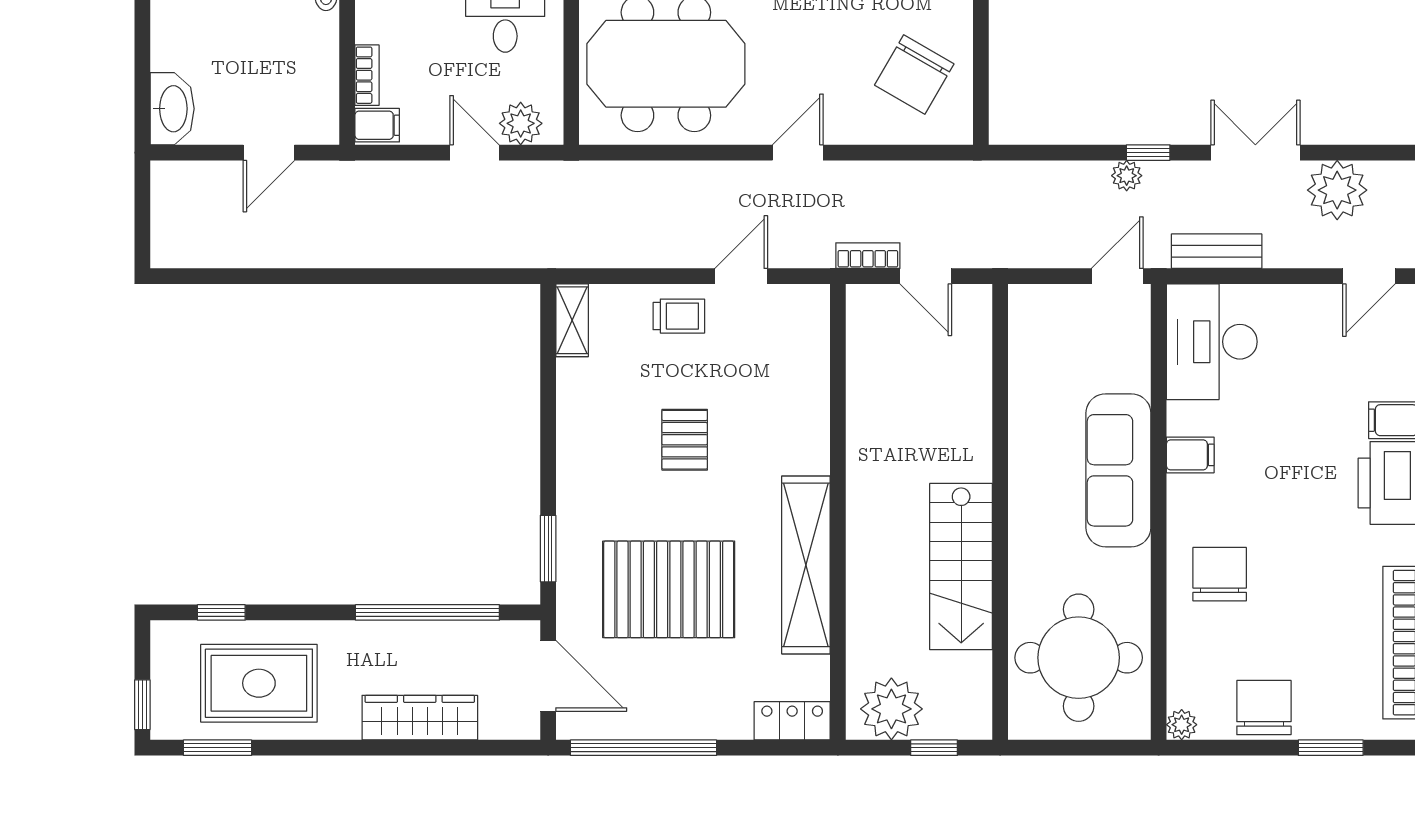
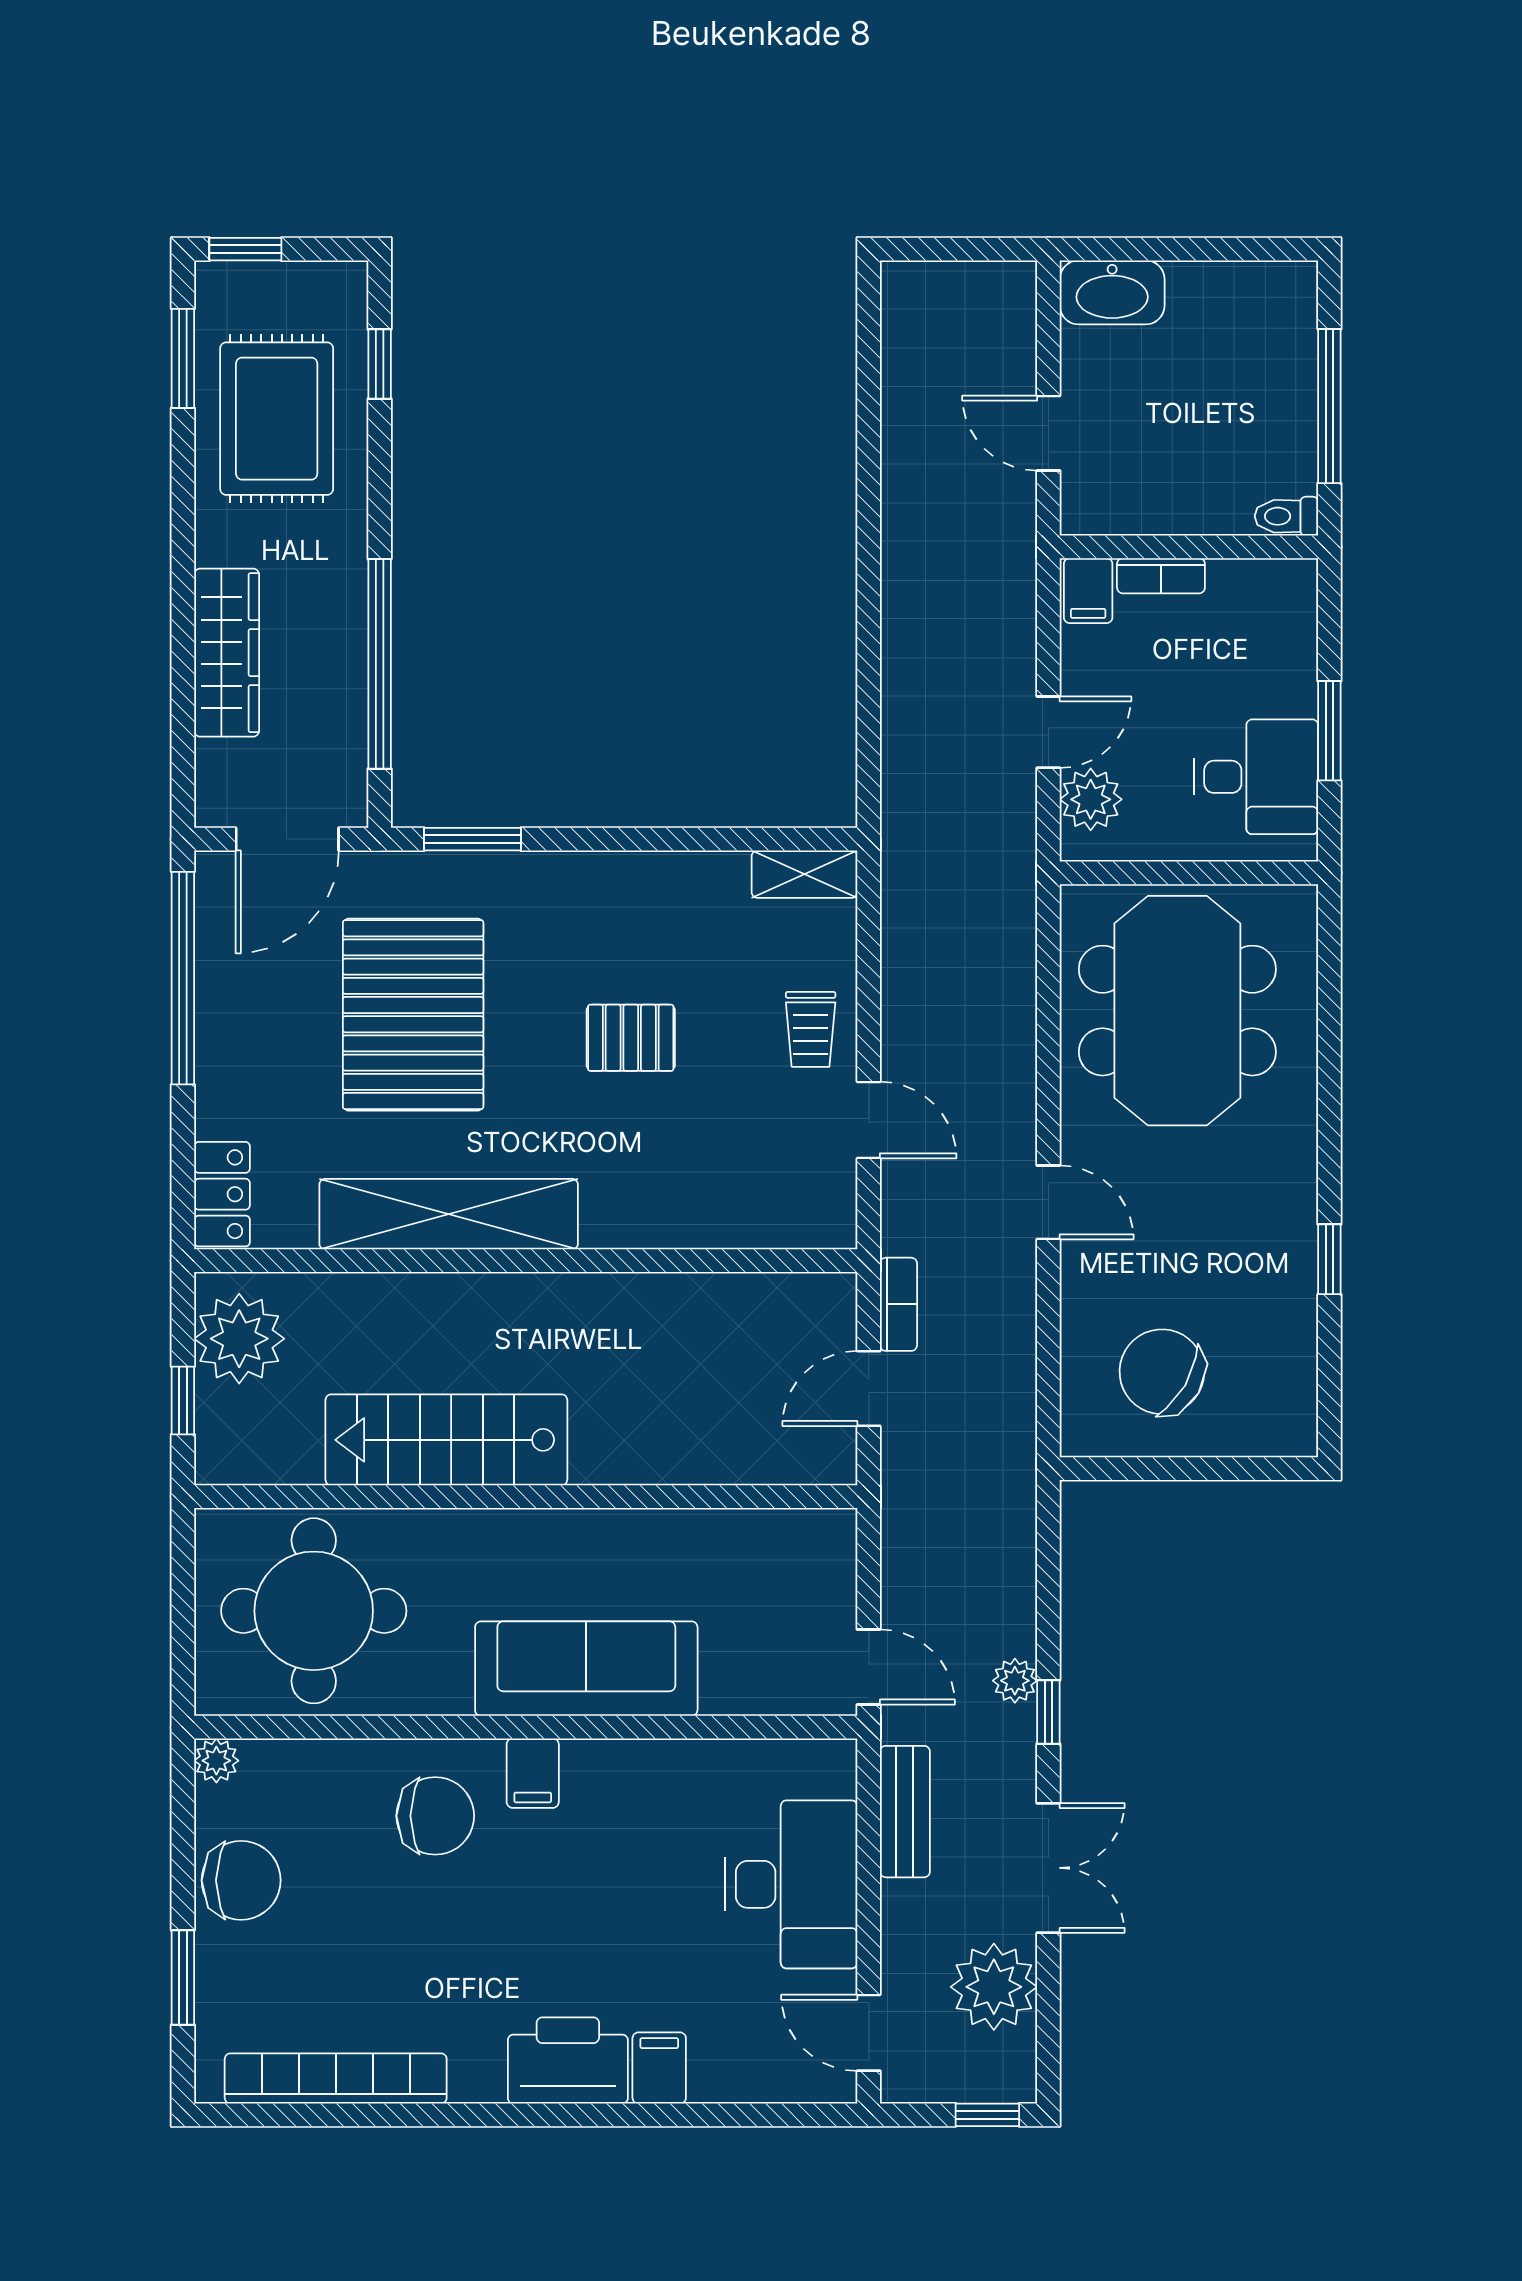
desk: (1212, 342) -> (791, 1884), moved, turned 90
filing cabinet: (1190, 455) -> (533, 1773), moved

